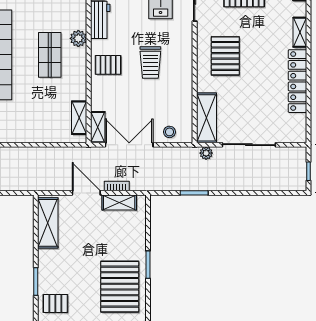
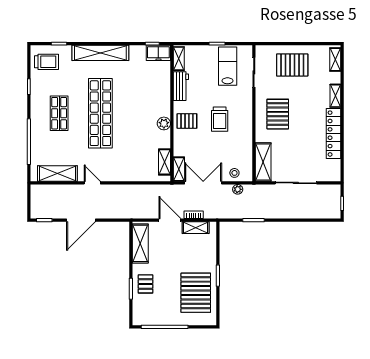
plant: (78, 38) -> (164, 123), moved
shop shelf: (50, 55) -> (142, 113), removed
plant: (206, 153) -> (238, 189), moved
pallet: (55, 303) -> (146, 284), moved, turned 90

